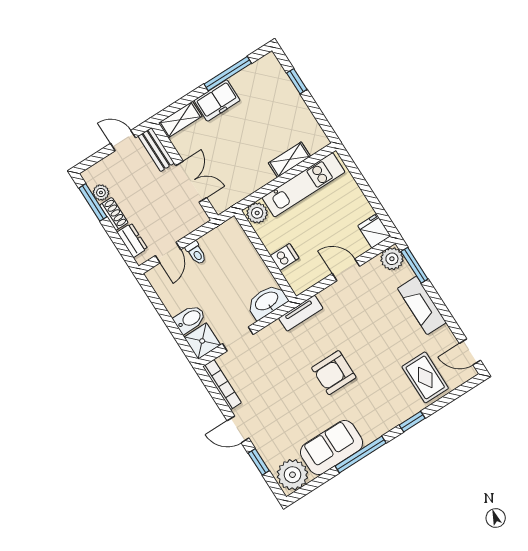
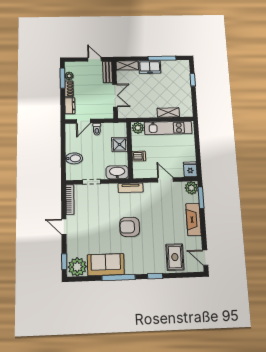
shower: (202, 341) -> (119, 144), moved
window: (259, 462) -> (64, 262), moved

